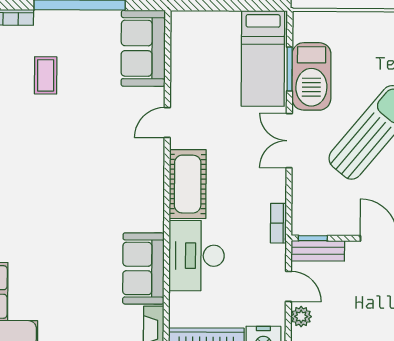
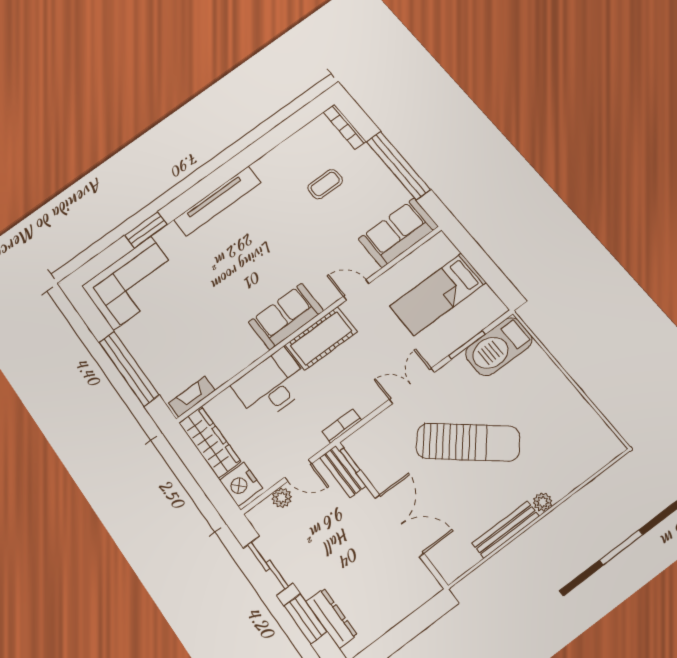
bed: (263, 59) -> (438, 294), moved
barbecue: (311, 76) -> (499, 347), moved
sofa: (143, 269) -> (286, 316), moved
door: (288, 286) -> (298, 470), hinge flipped

